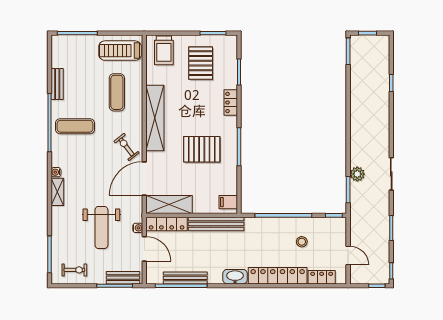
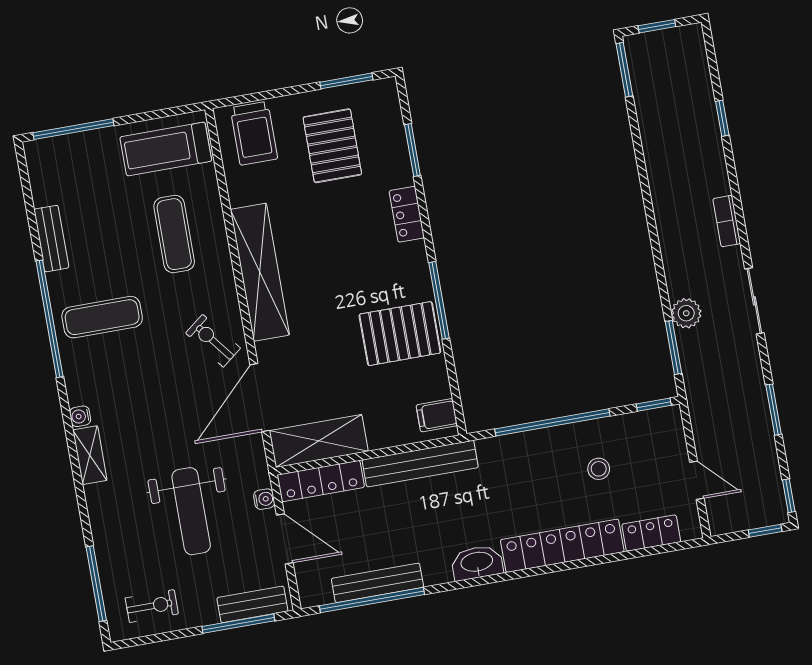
bookcase: (385, 133) -> (727, 221), added
pallet: (202, 149) -> (400, 334), moved

